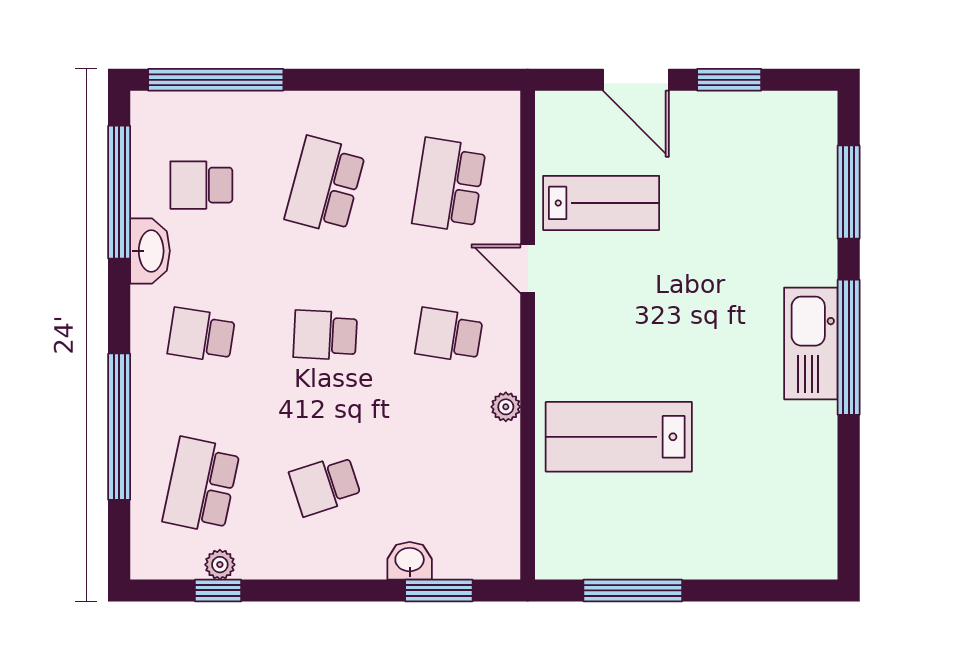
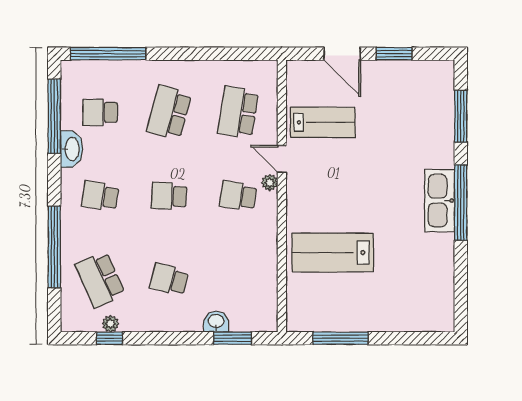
plant: (506, 407) -> (270, 183), moved
school desk: (201, 485) -> (100, 280), turned -36
school desk: (325, 485) -> (169, 280), turned 33

